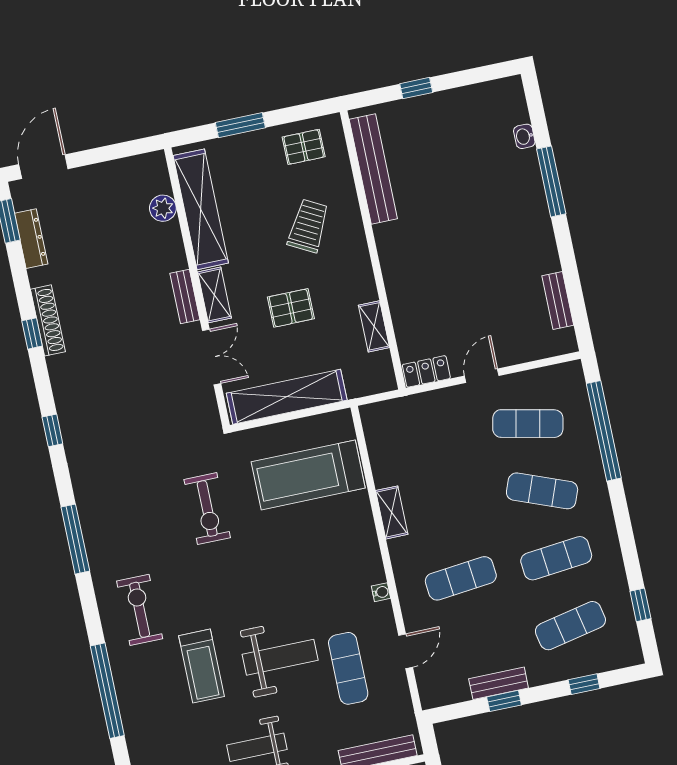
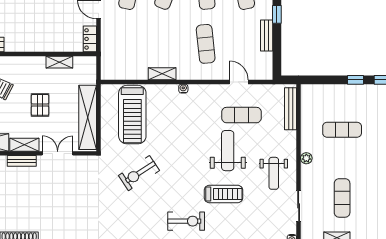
exercise bike: (207, 509) -> (139, 173), turned 147
water cooler: (381, 592) -> (183, 89), moved
exercise bike: (140, 610) -> (186, 221), turned 180
window: (504, 701) -> (277, 14), moved

